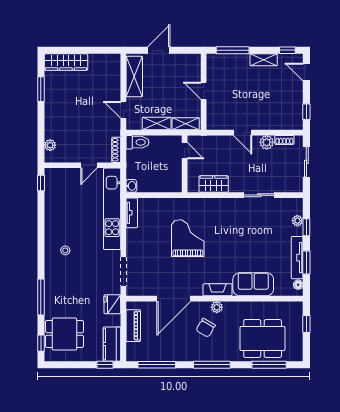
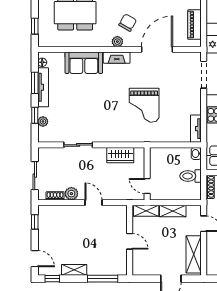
toilet: (137, 142) -> (191, 176), moved

